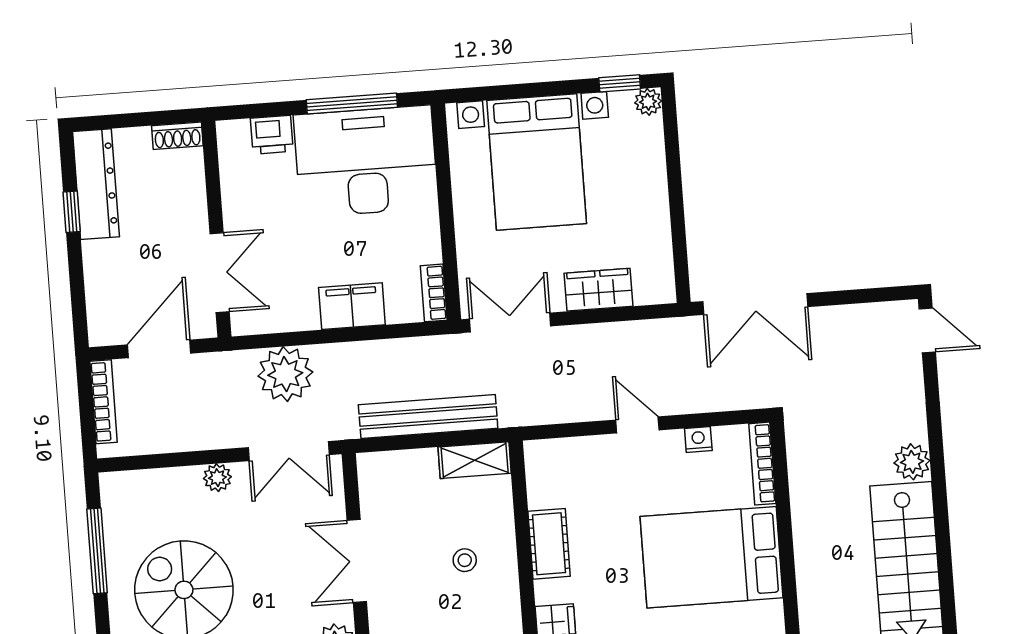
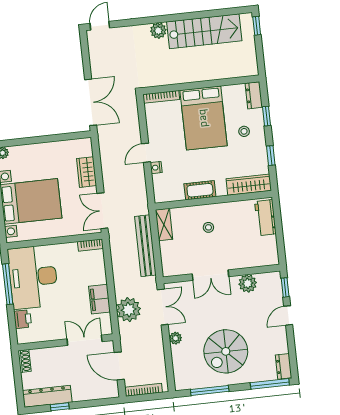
filing cabinet: (352, 306) -> (99, 299), moved
nightstand: (698, 440) -> (156, 168), moved

